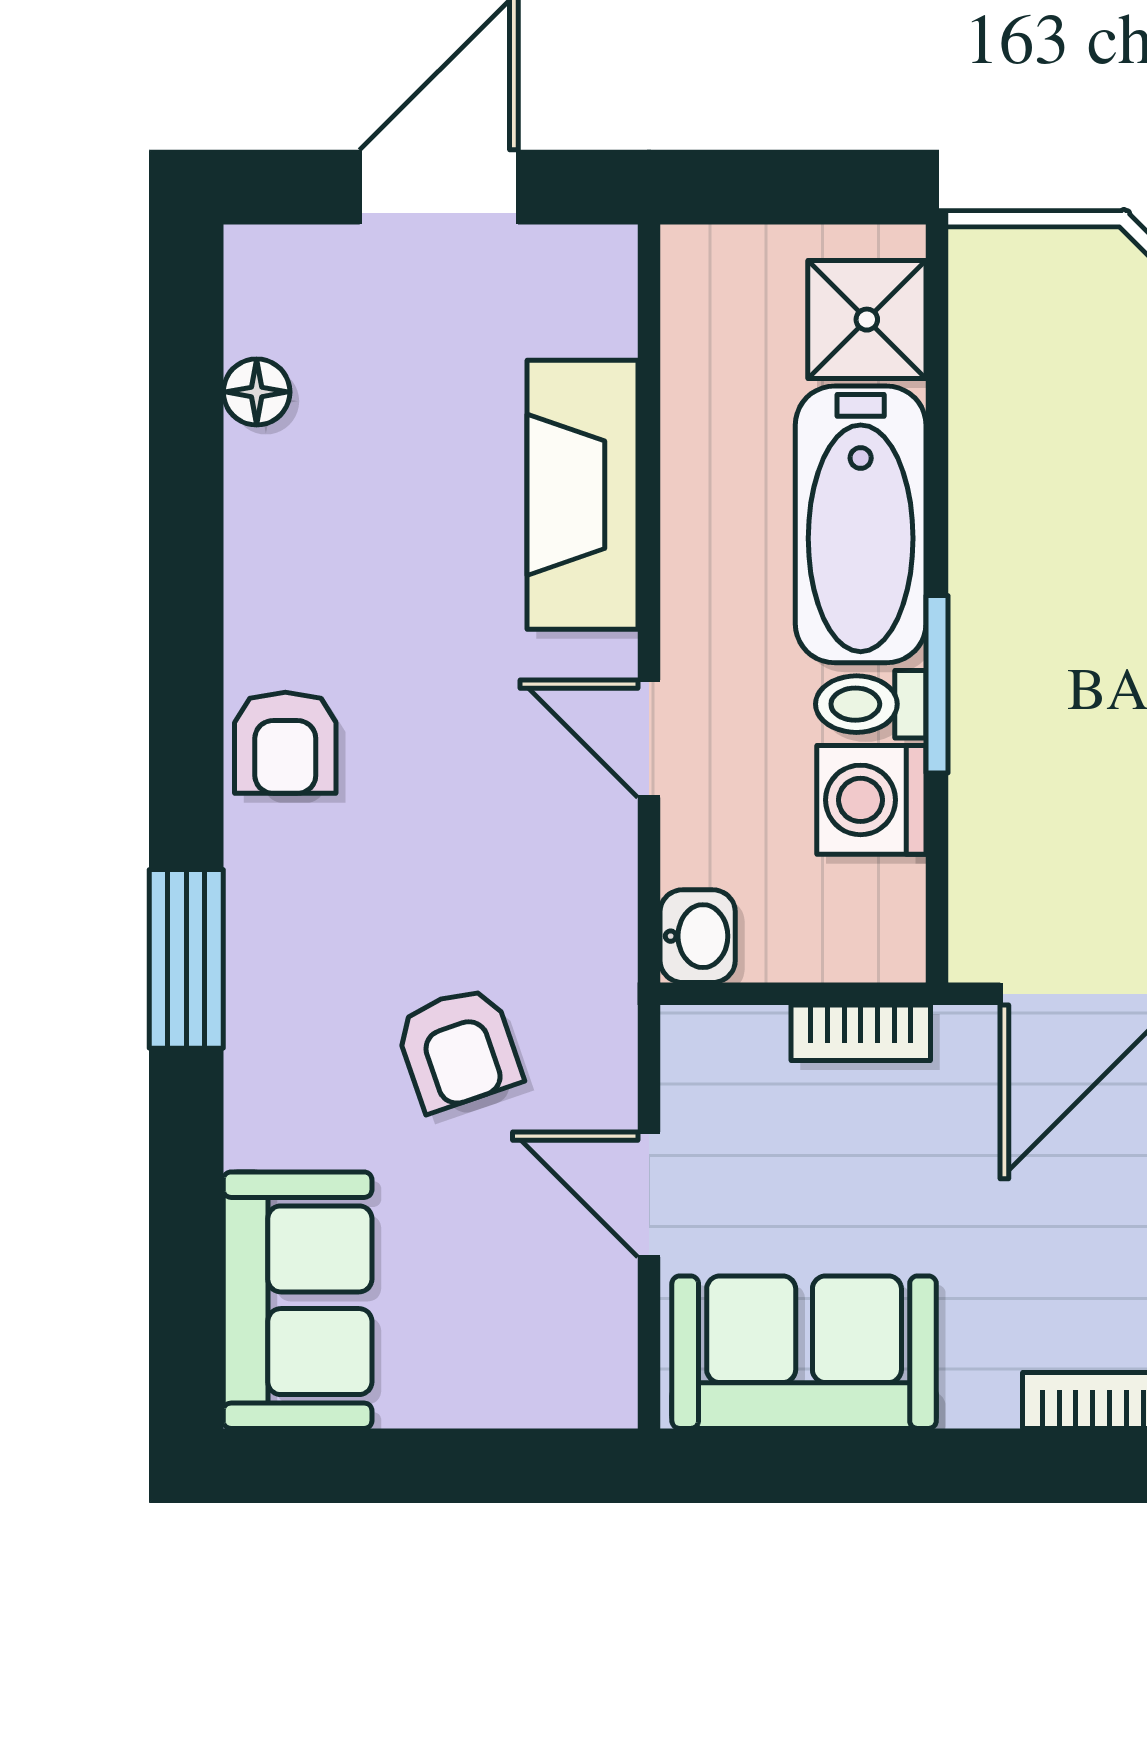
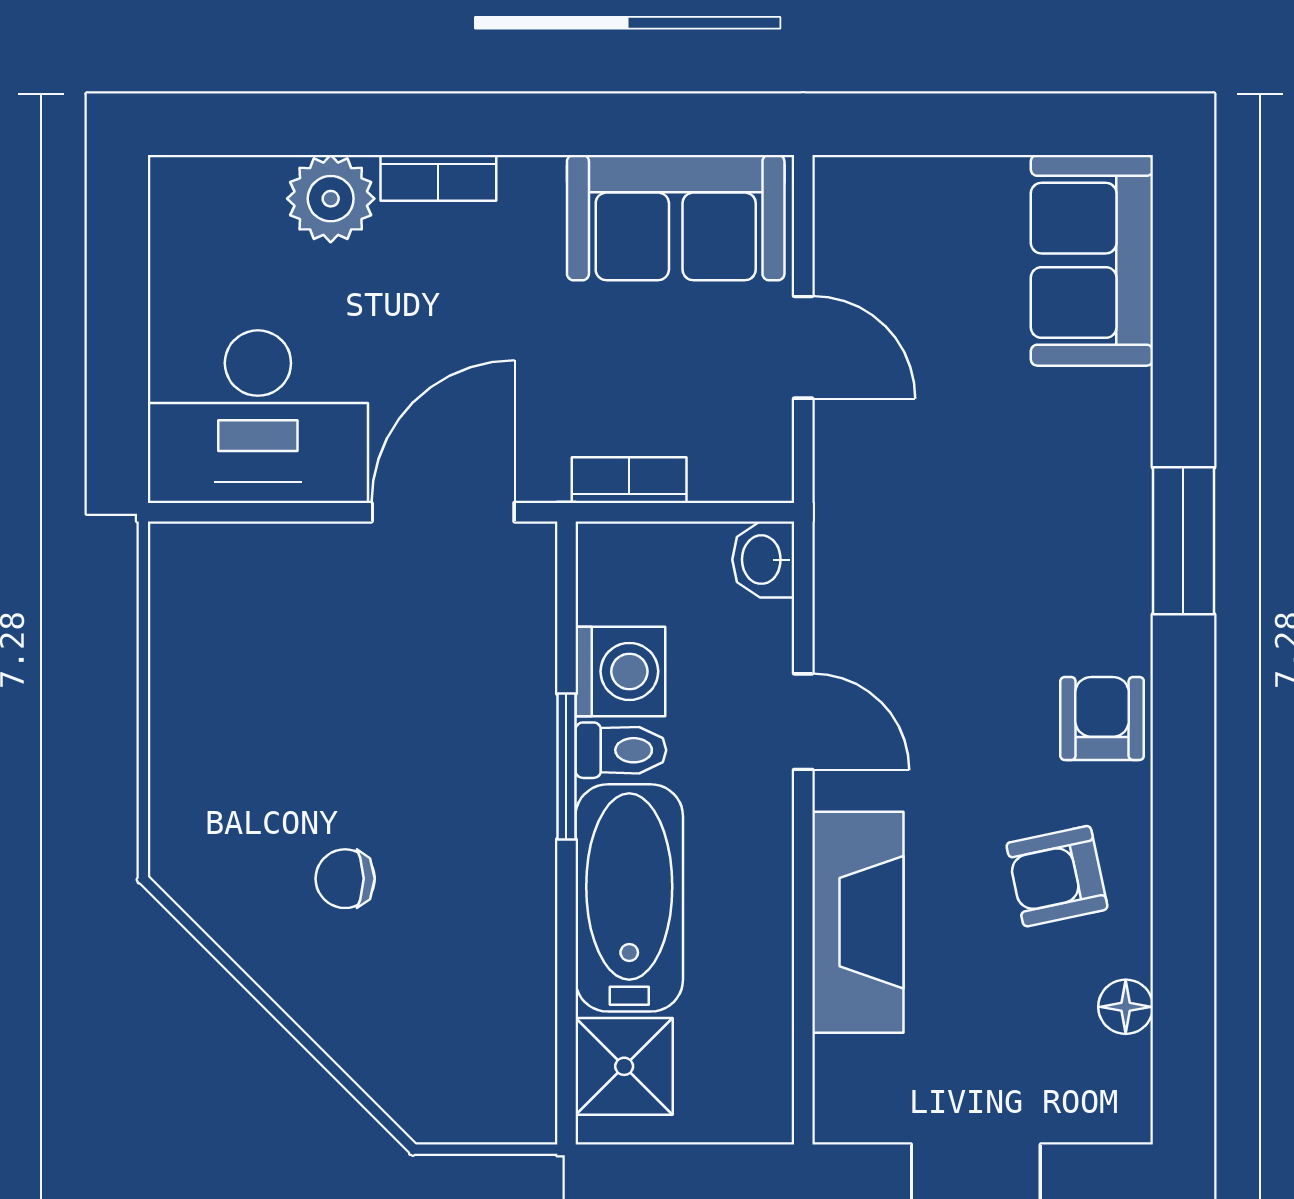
armchair: (458, 1049) -> (1057, 876), moved, turned -83

